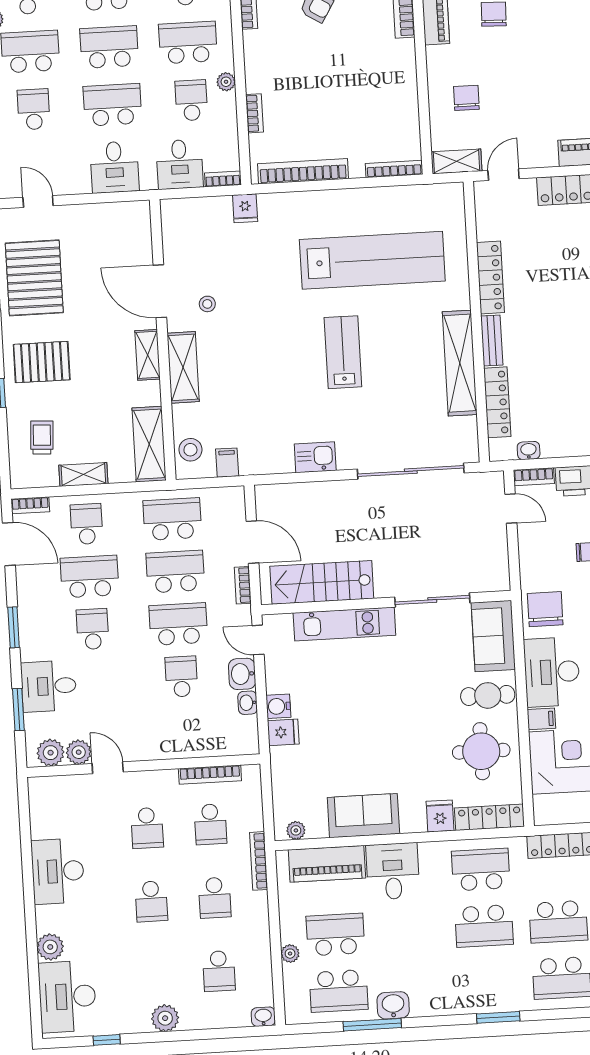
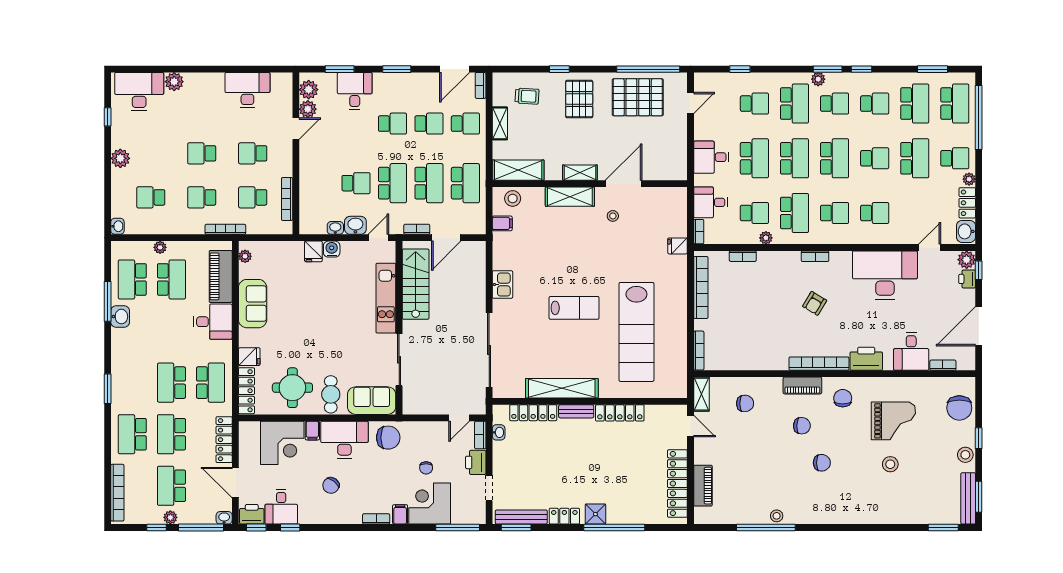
school desk: (90, 576) -> (429, 124), width x0.54
desk: (58, 871) -> (247, 90), moved

